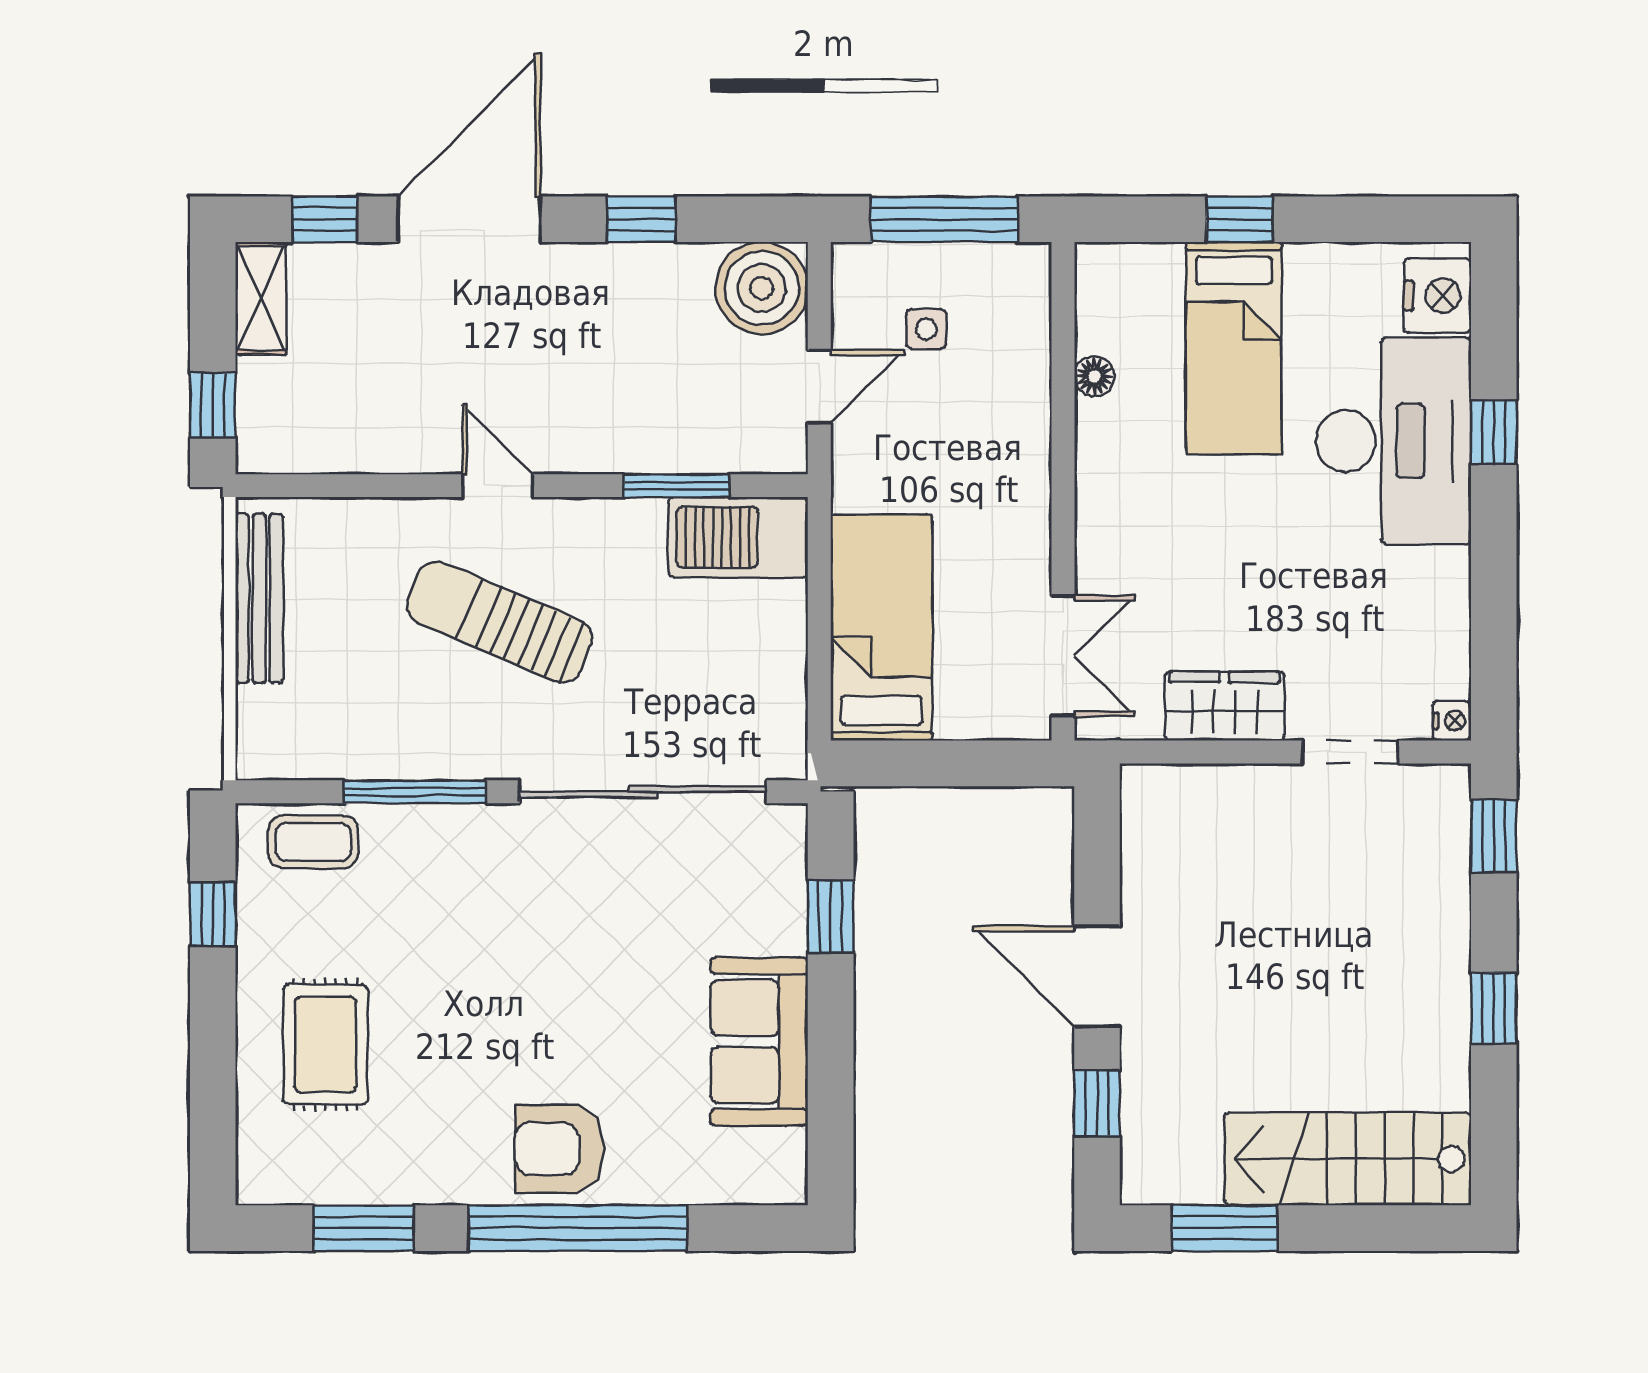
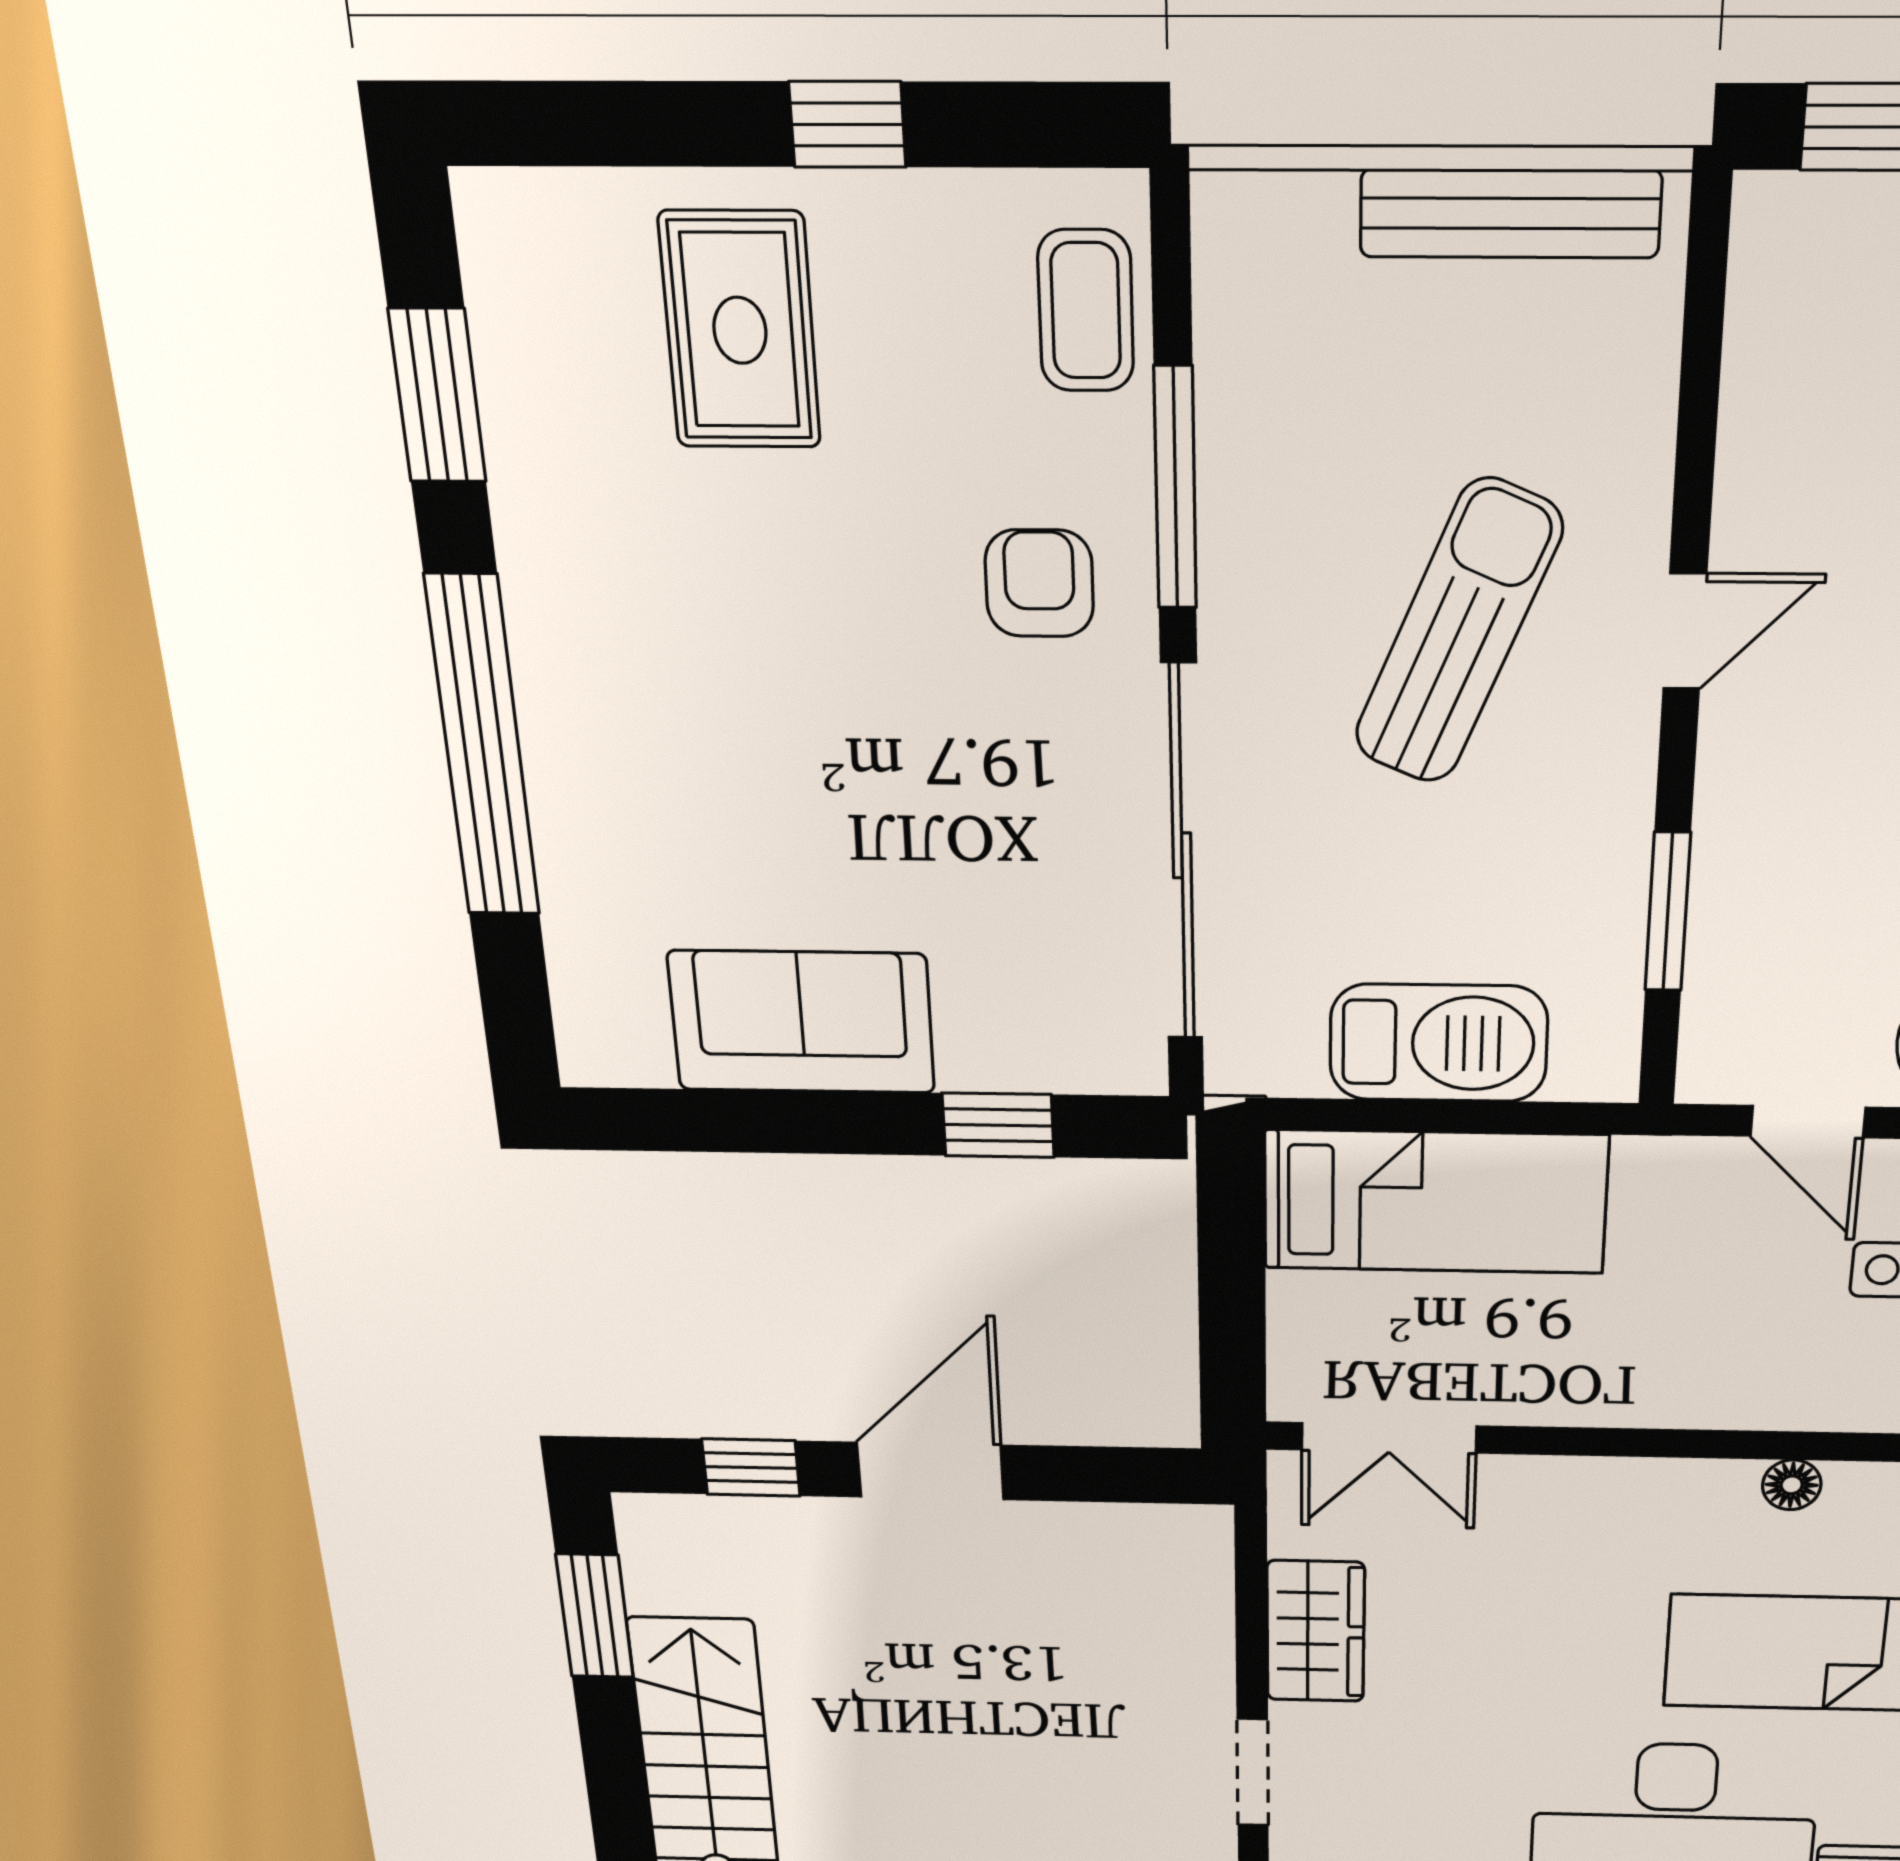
barbecue: (738, 537) -> (1438, 1043), moved, turned 90
window: (213, 914) -> (847, 124), moved
rug: (325, 1044) -> (740, 330), turned 90
armchair: (559, 1149) -> (1039, 583), moved, width x0.72, depth x0.72

